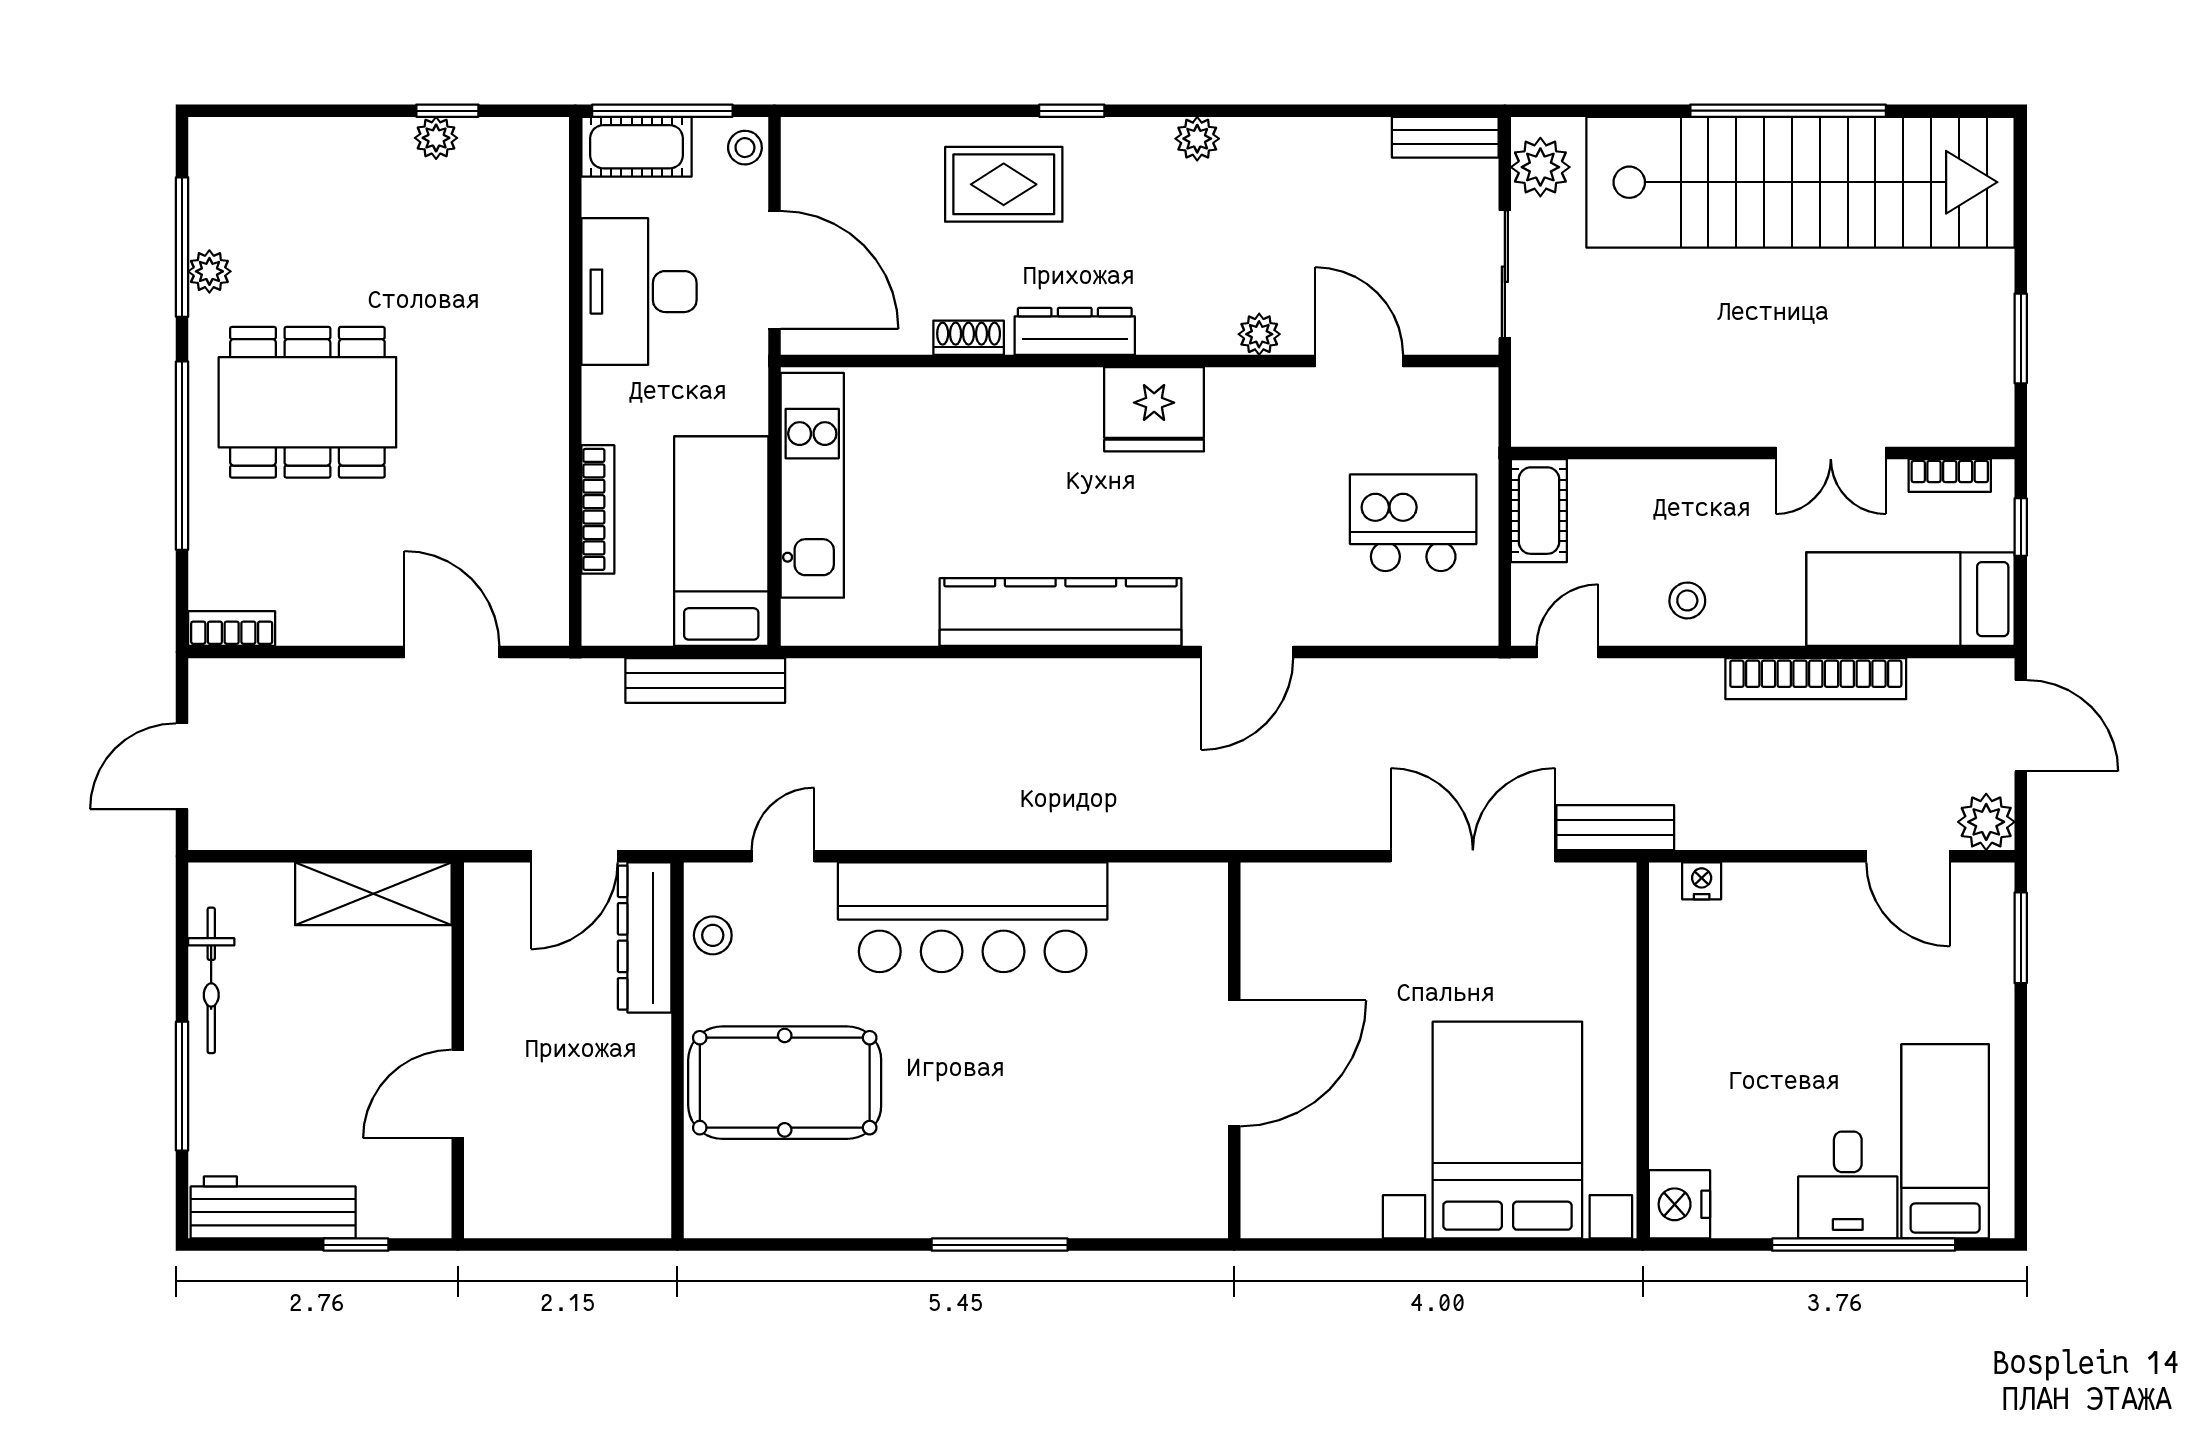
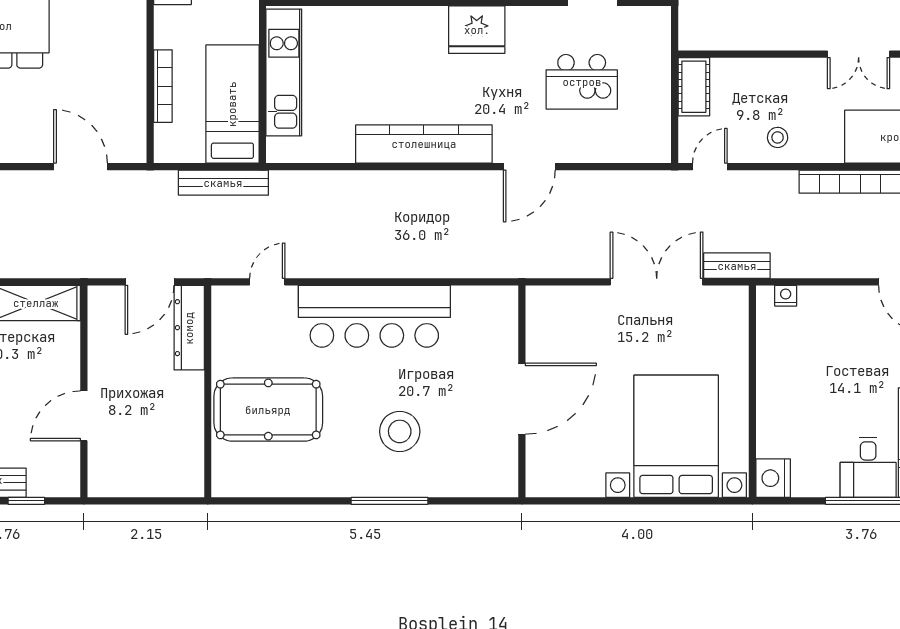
kitchen island: (1413, 523) -> (582, 82), moved, turned 180
stool: (713, 935) -> (400, 431), moved, width x1.89, depth x1.89

